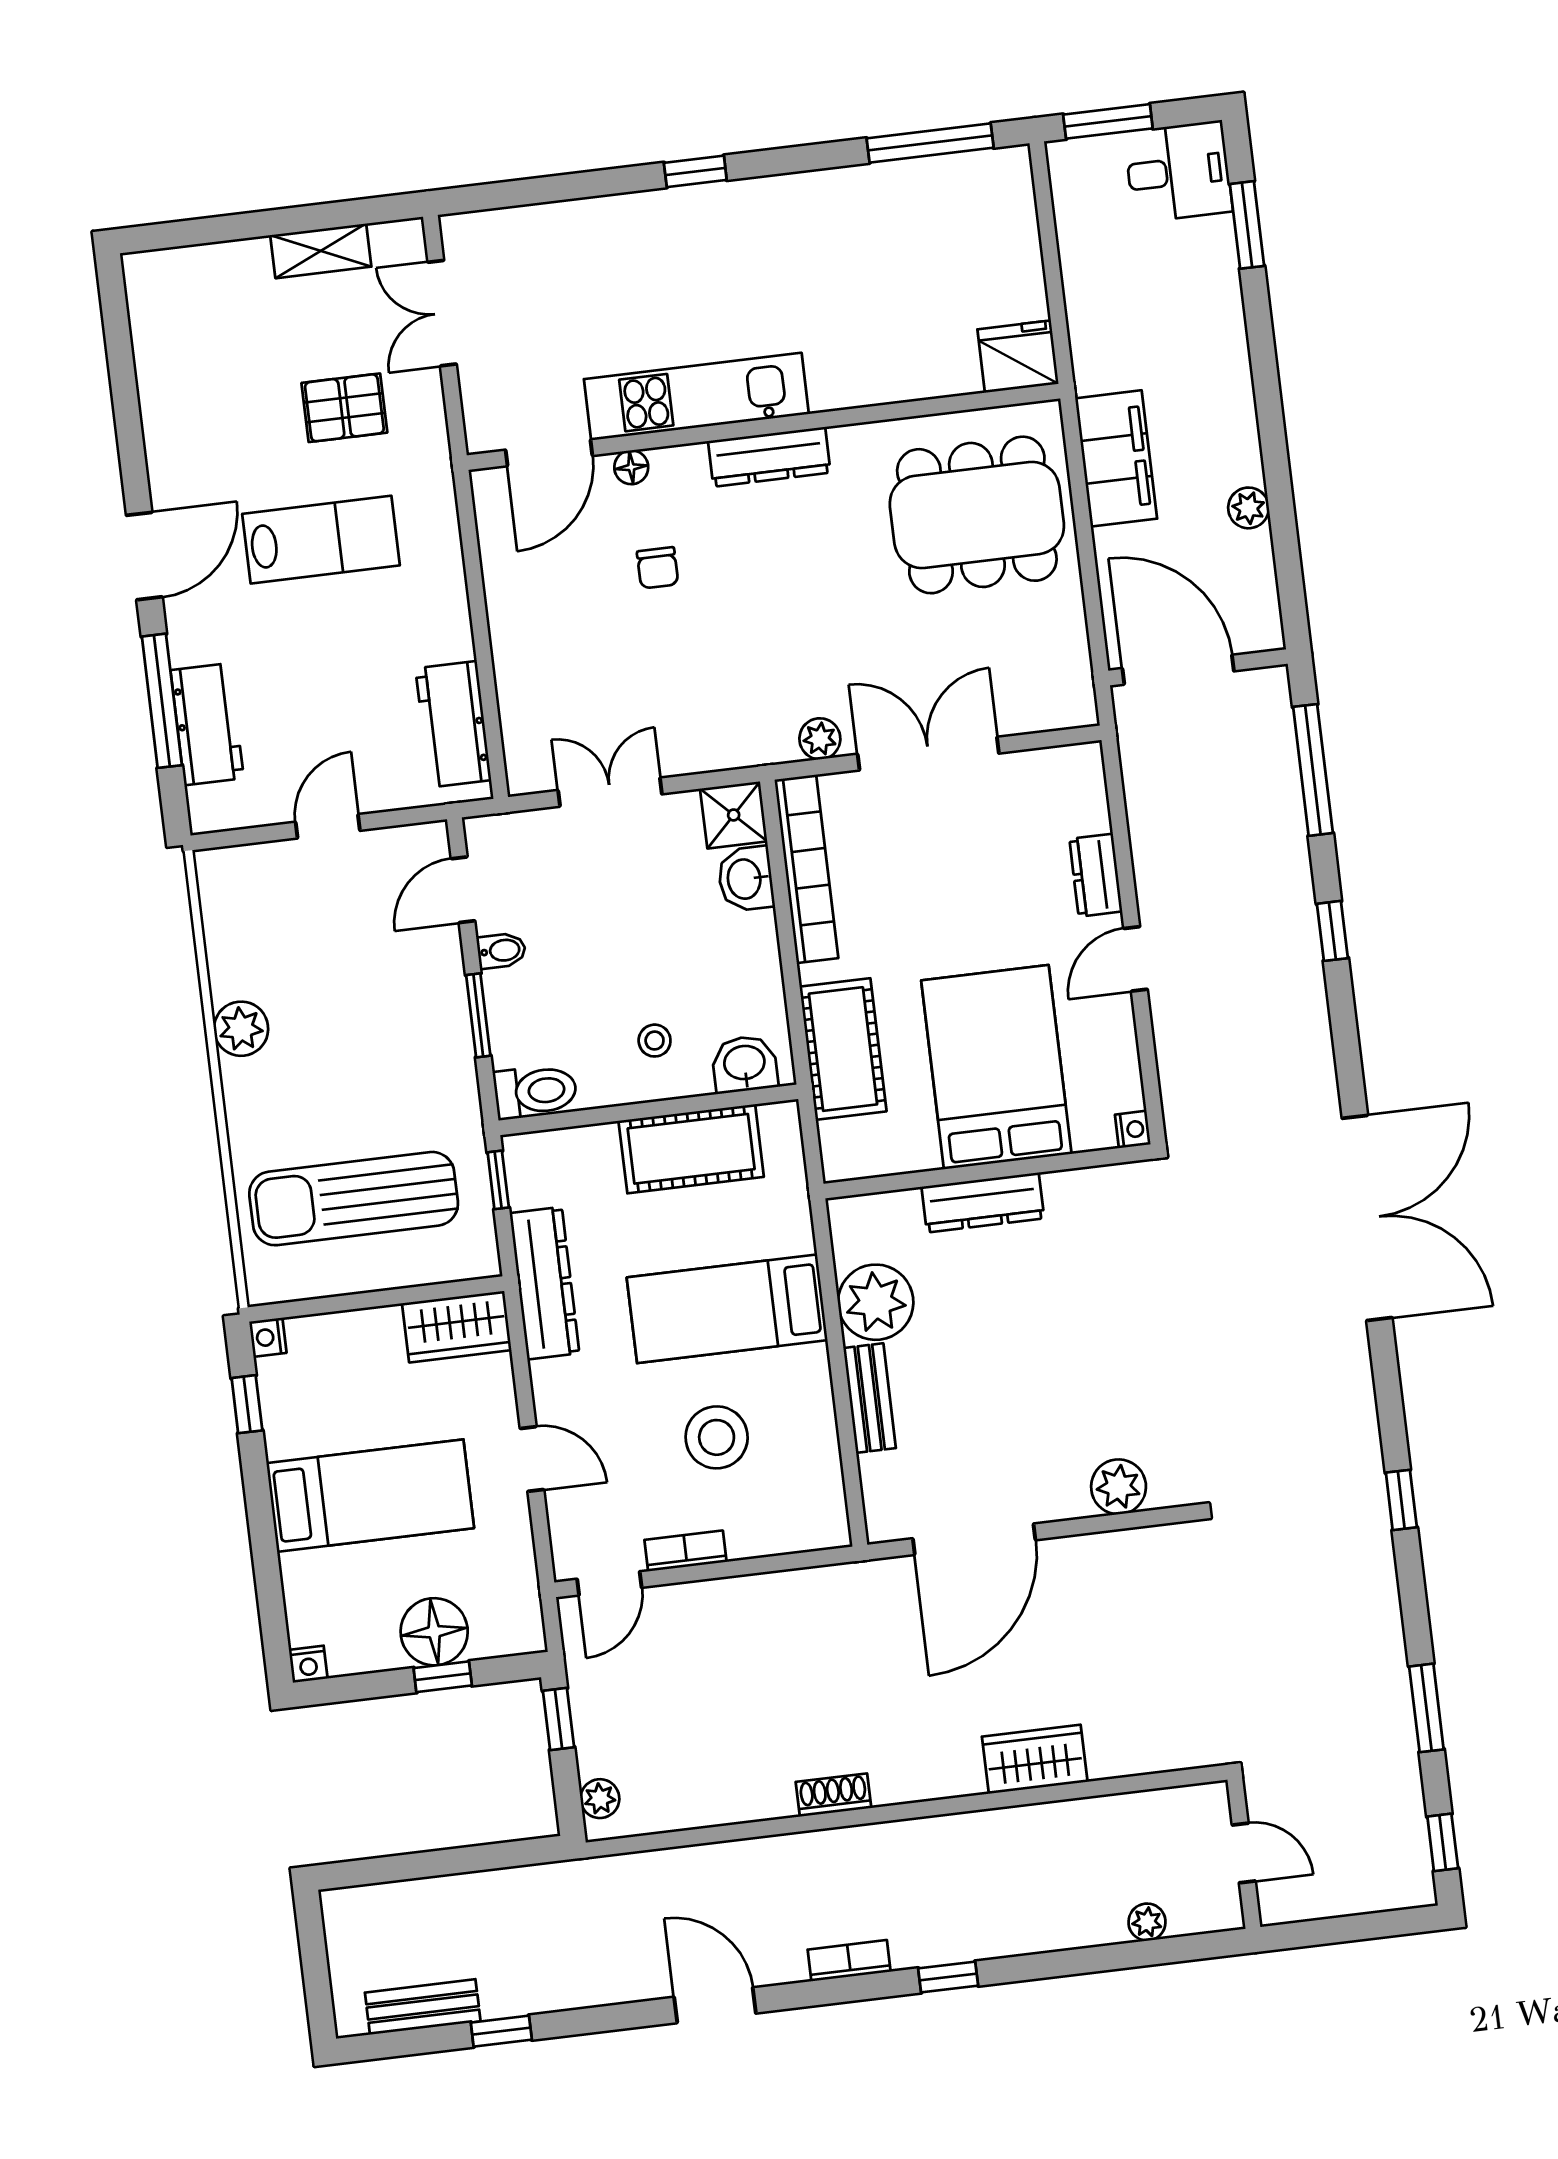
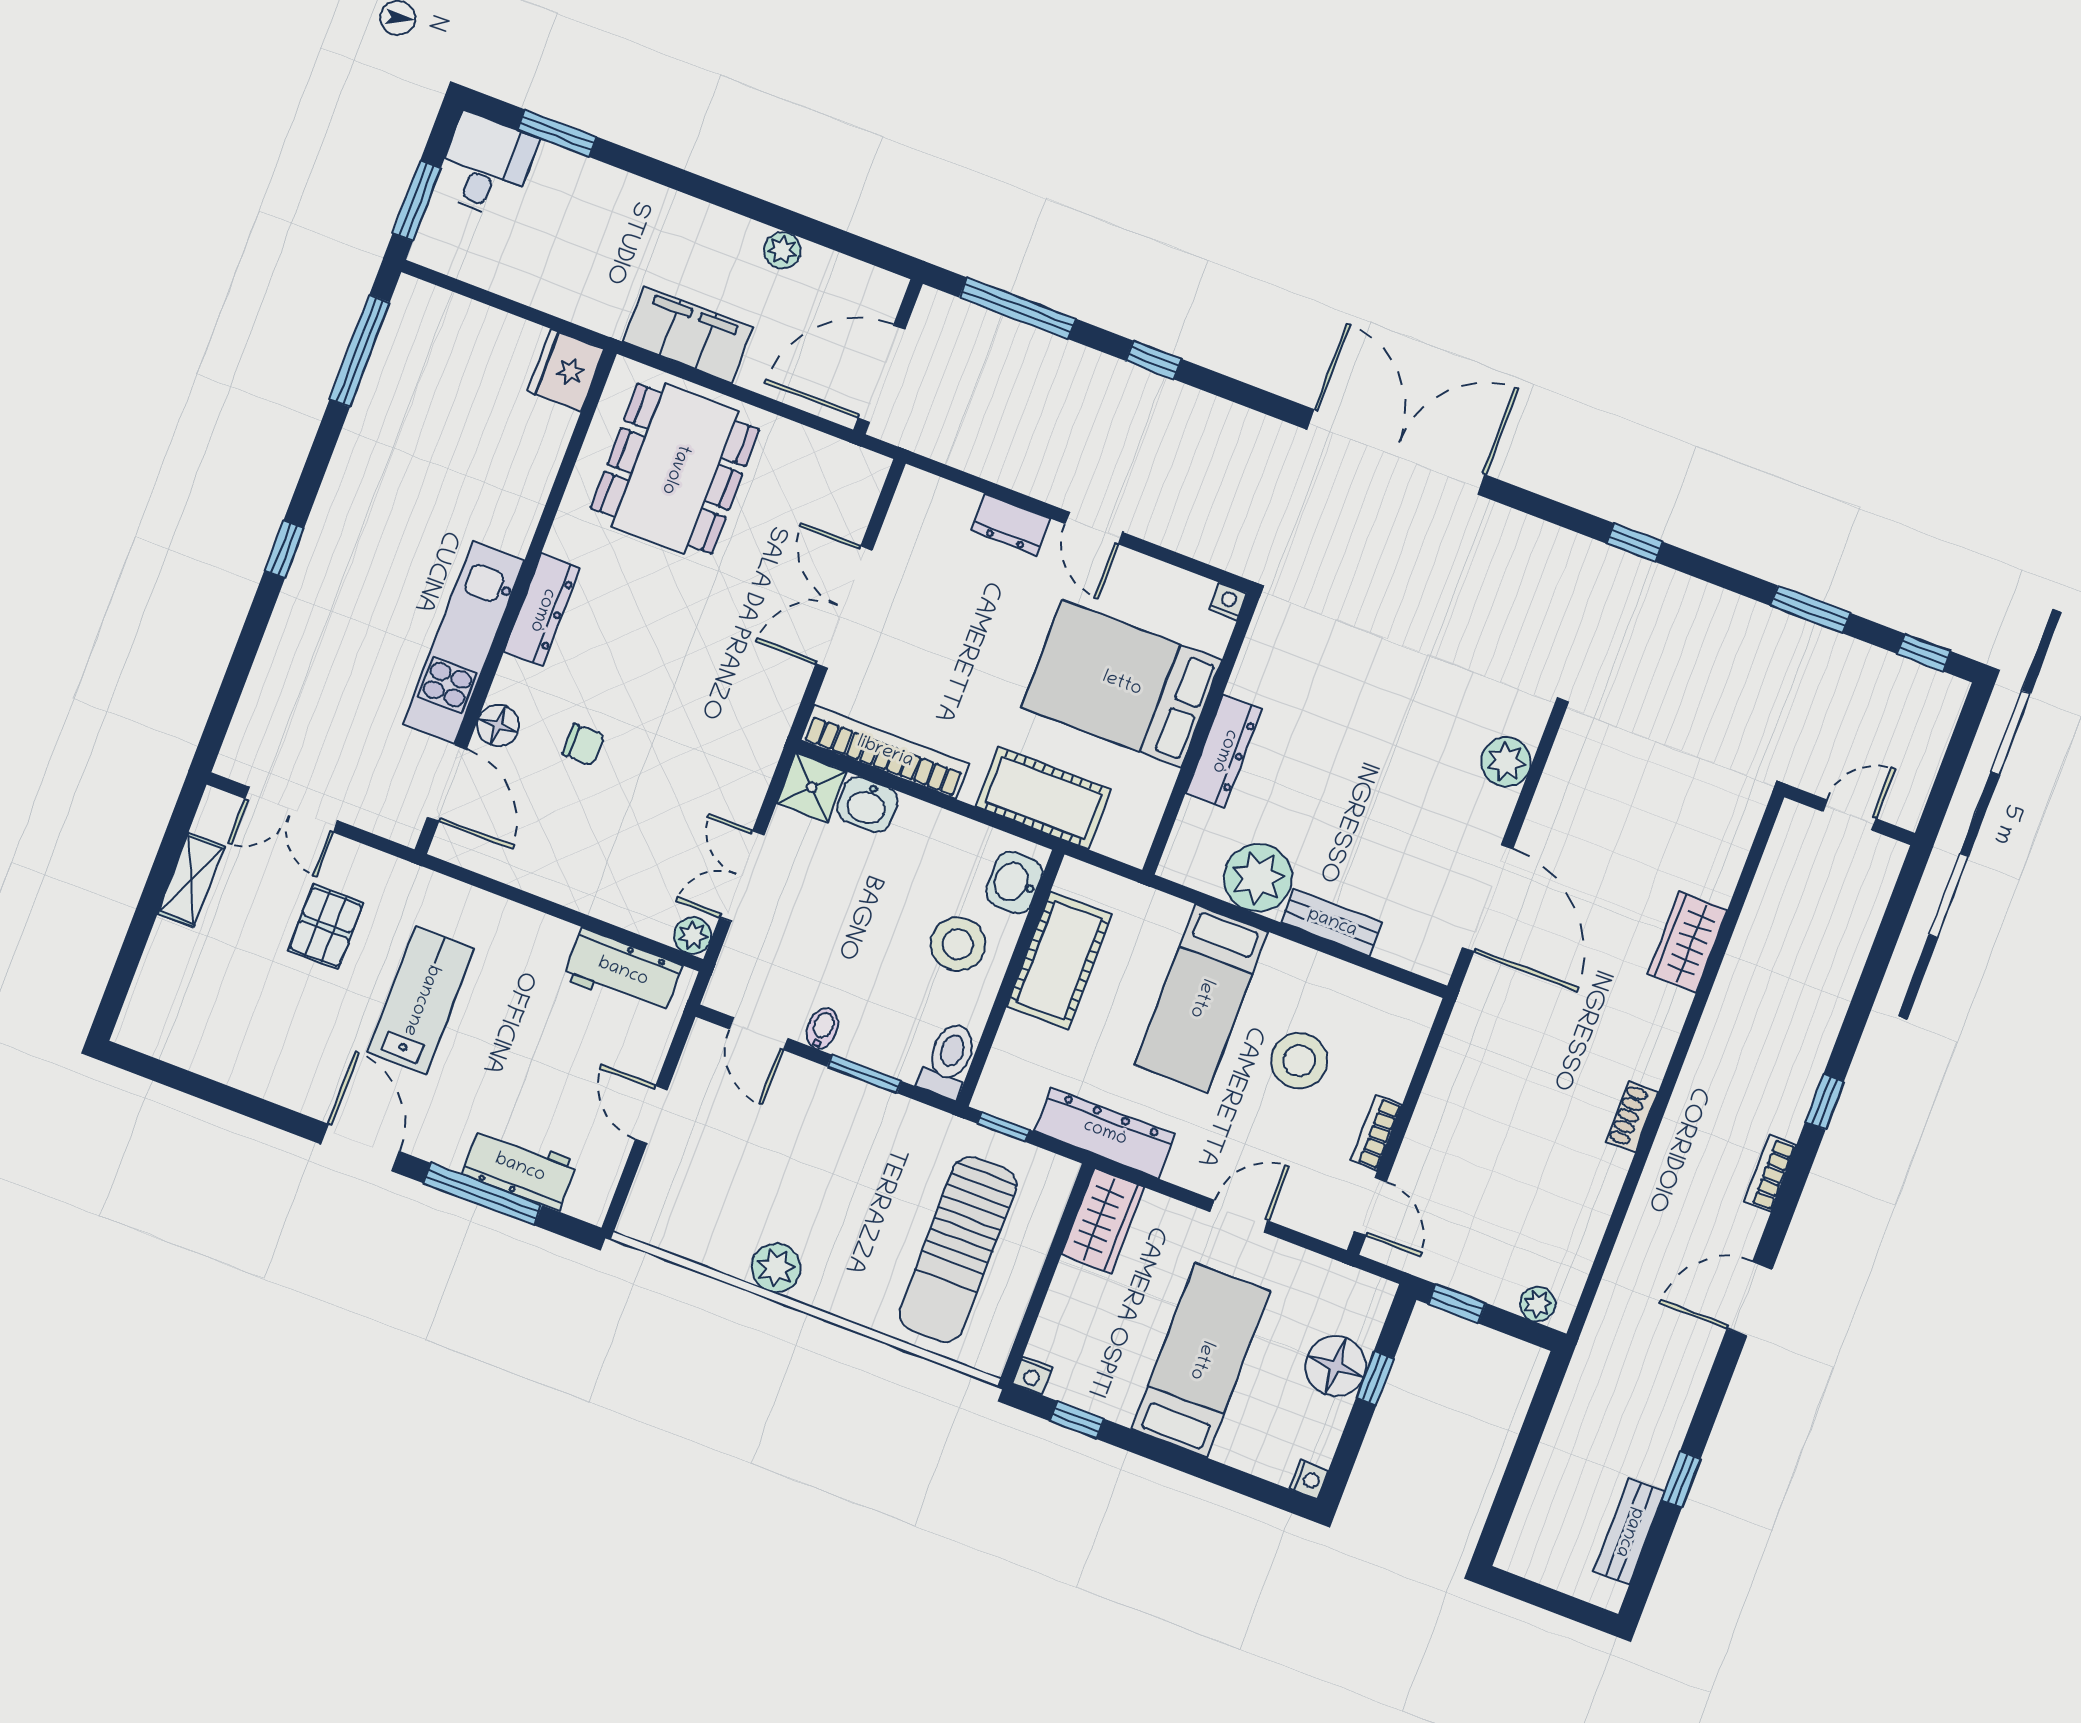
floor lamp: (631, 467) -> (498, 726), width x1.37, depth x1.37
plant: (820, 739) -> (693, 935), moved
stool: (655, 1041) -> (958, 944), width x1.89, depth x1.89
plant: (1147, 1922) -> (1864, 921), removed

